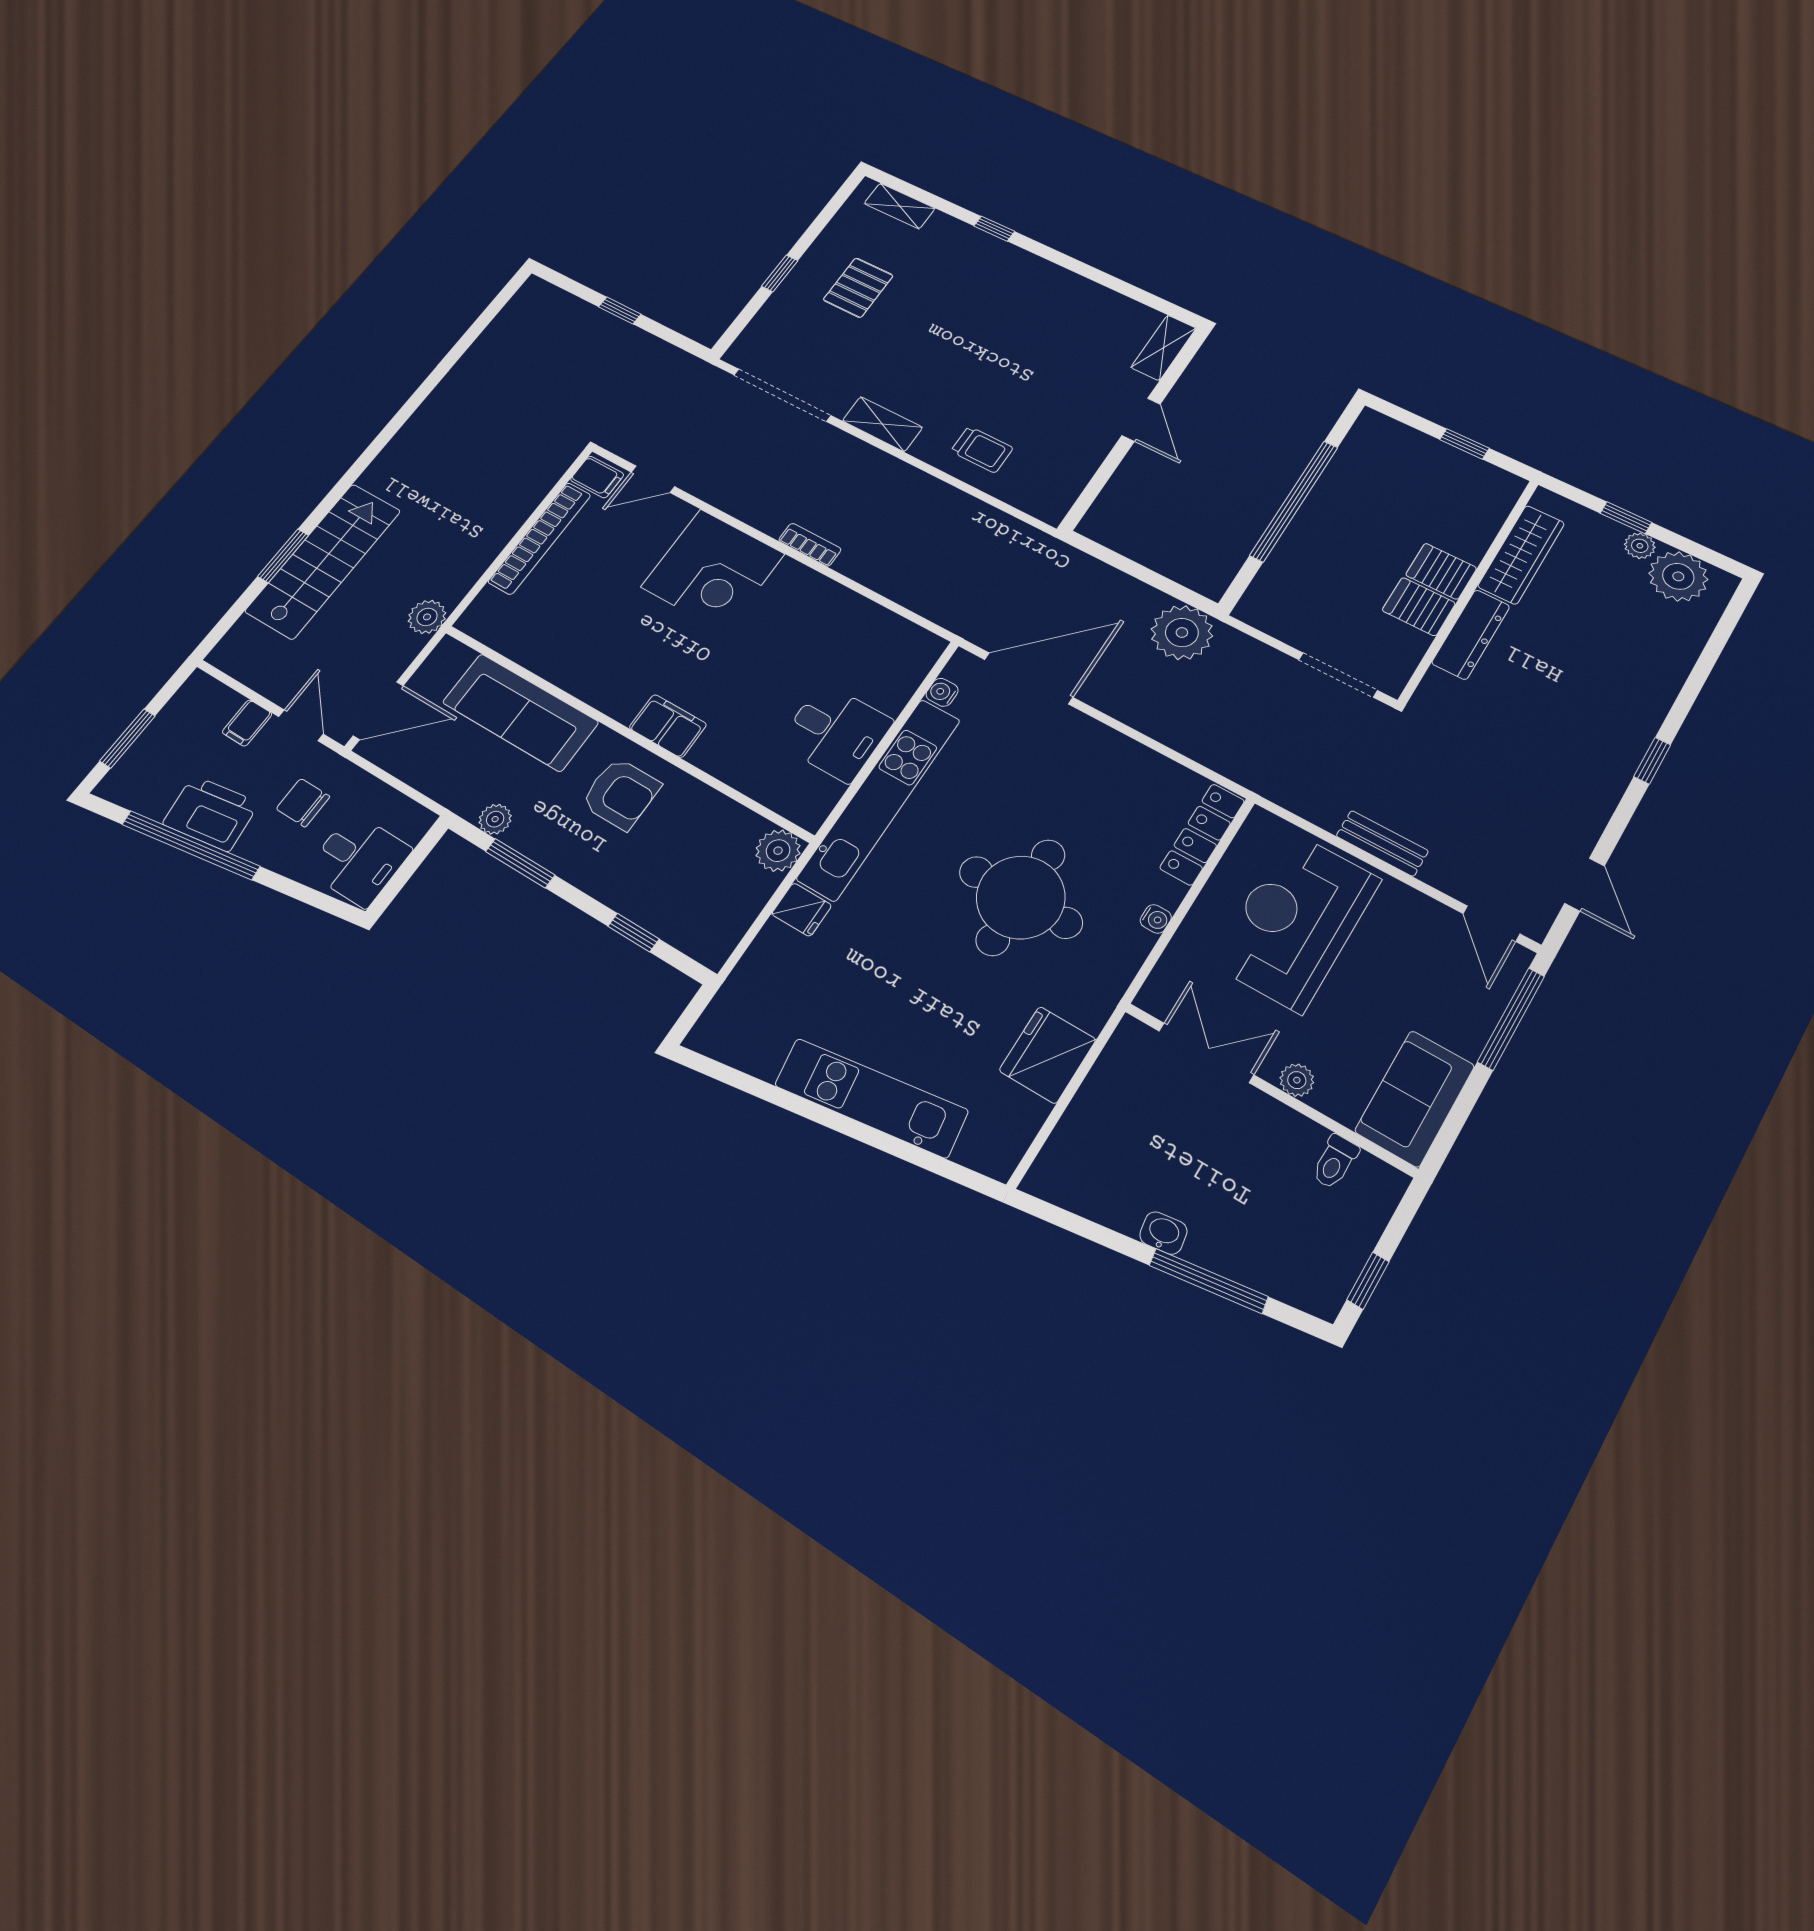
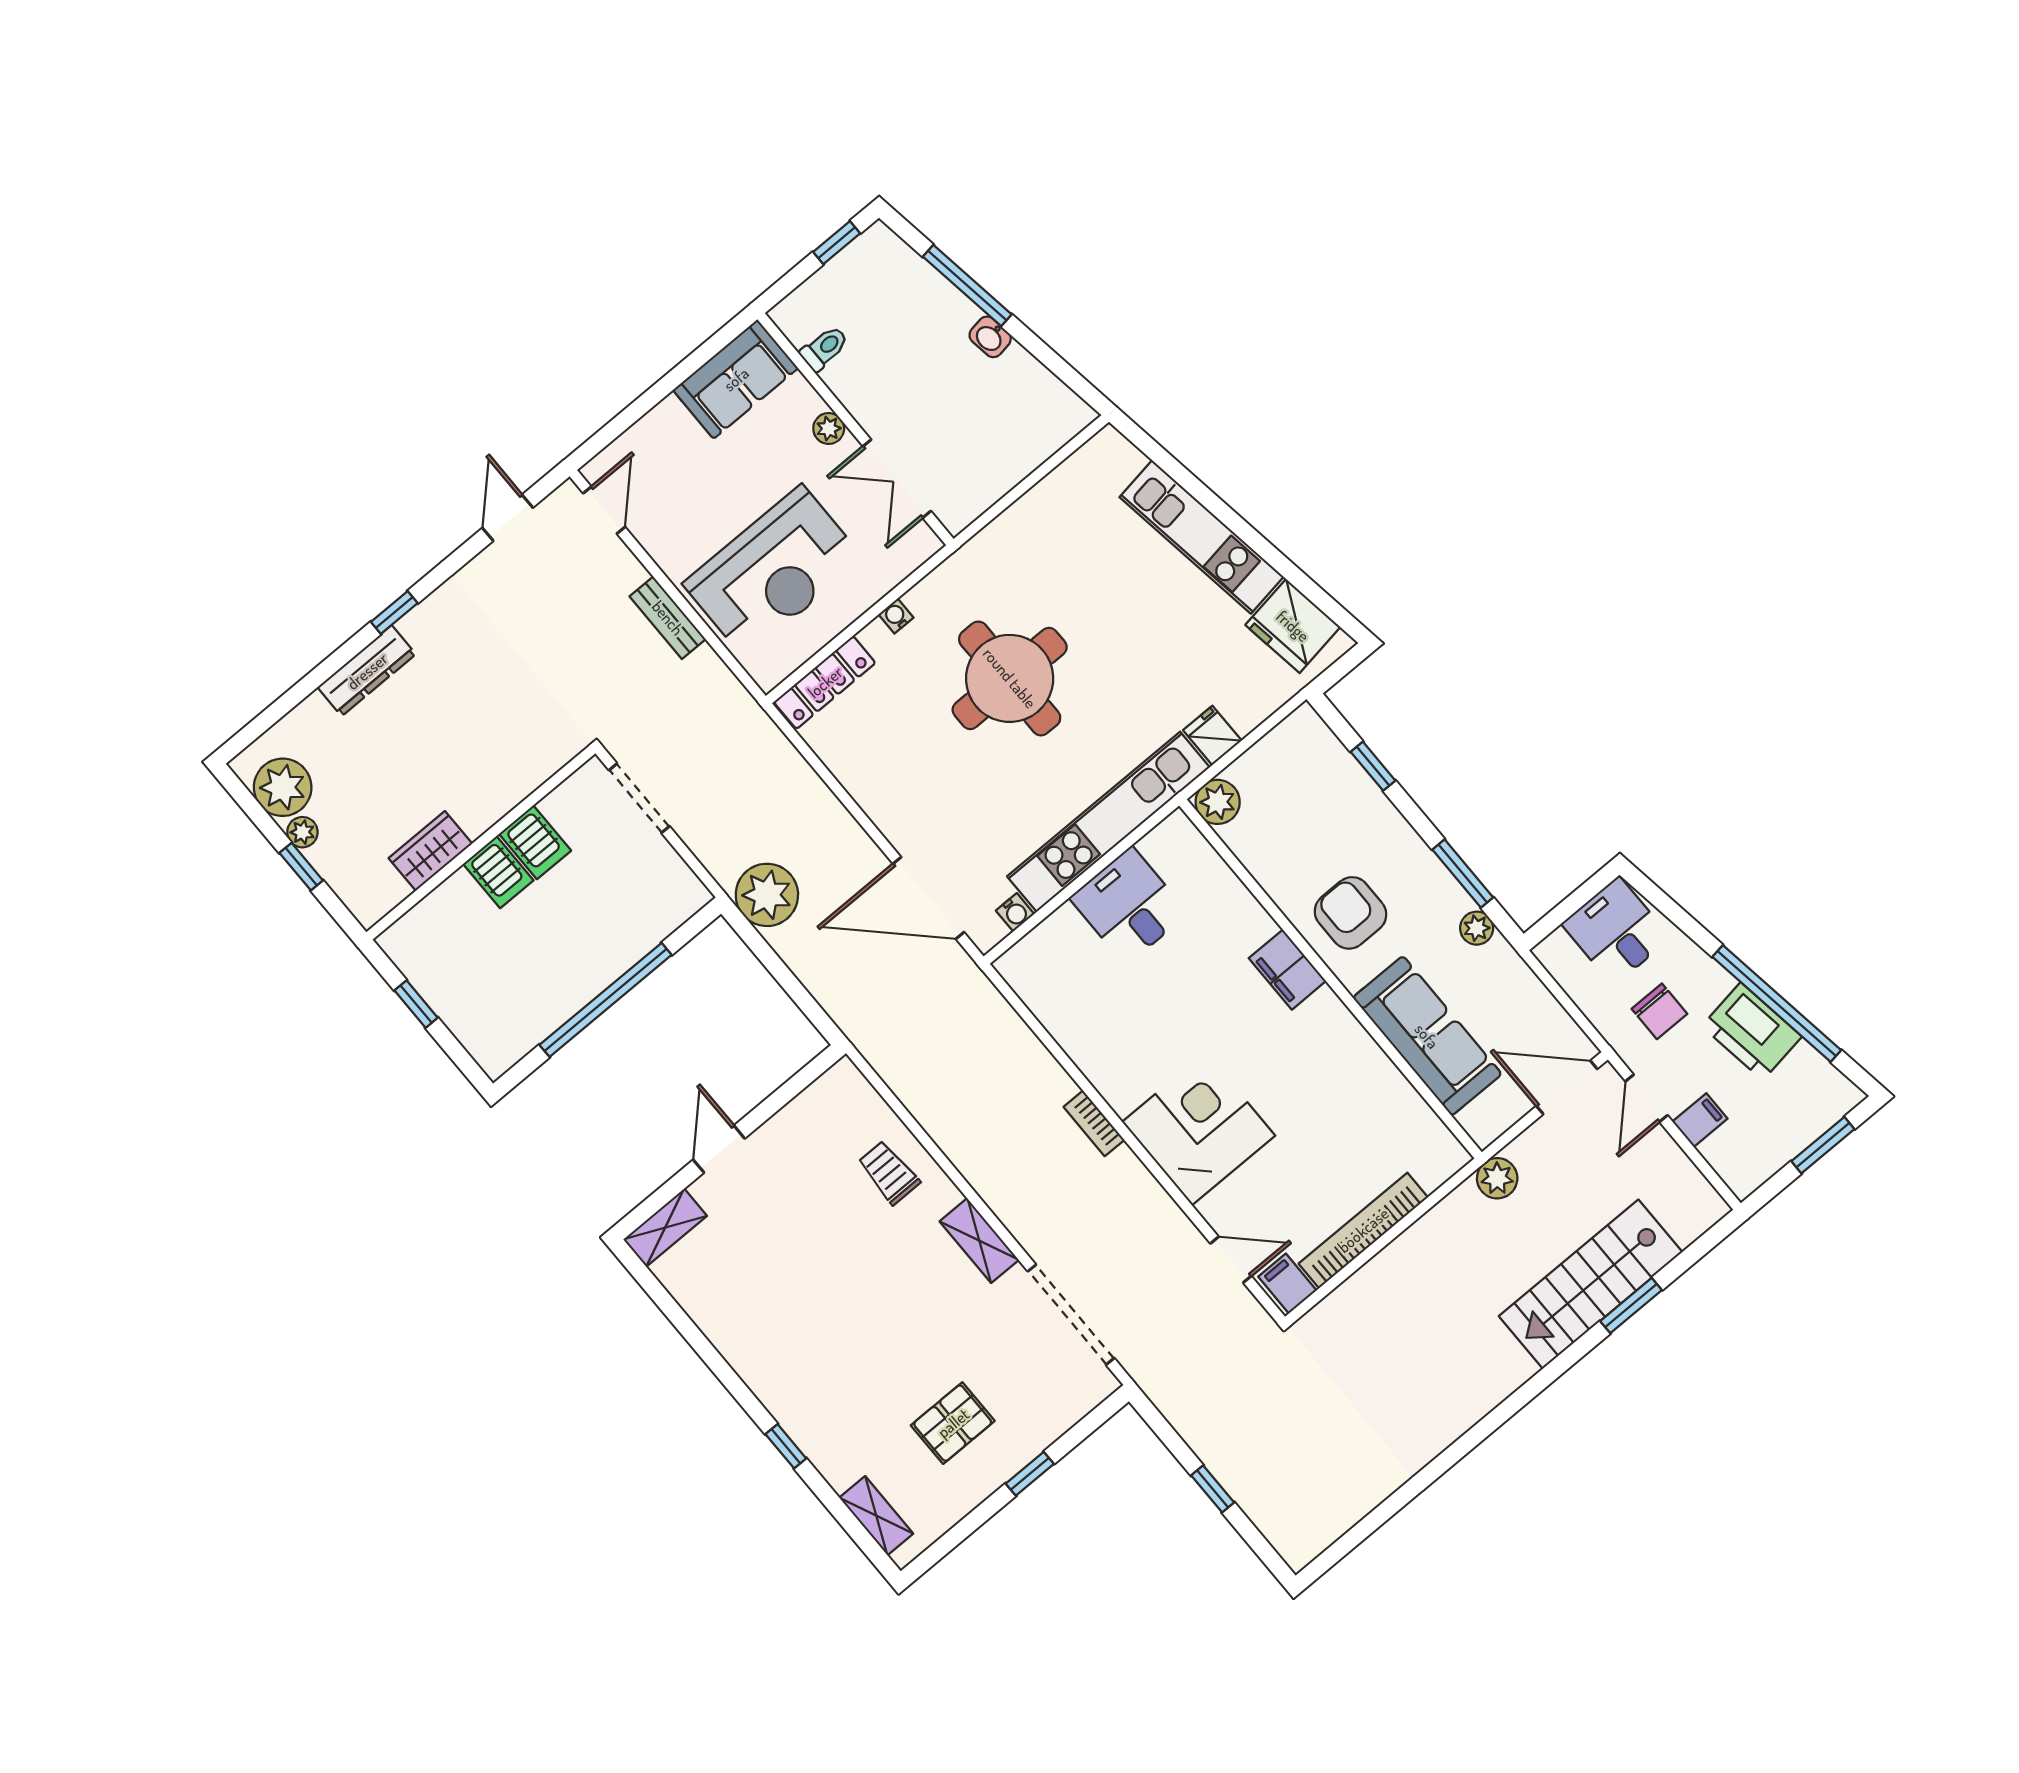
wardrobe: (1521, 555) -> (430, 851), width x0.67
dresser: (1471, 635) -> (367, 671), moved, turned 180
window: (1511, 1019) -> (625, 420), removed
fridge: (1047, 1055) -> (1293, 626), moved, turned 81

